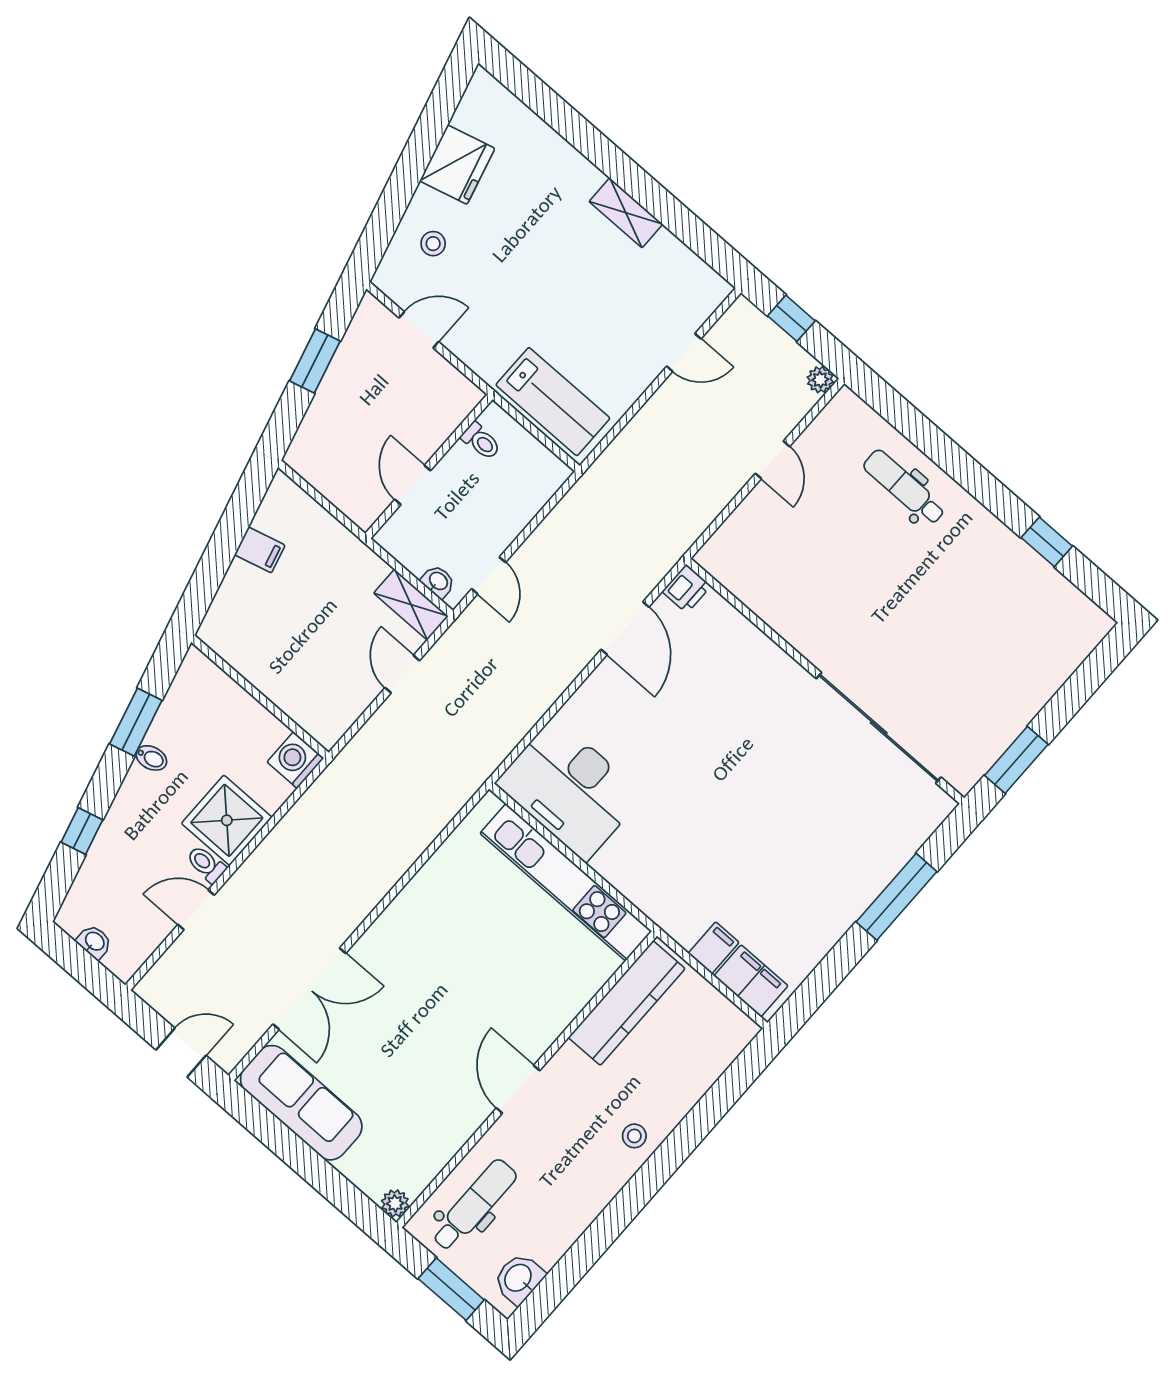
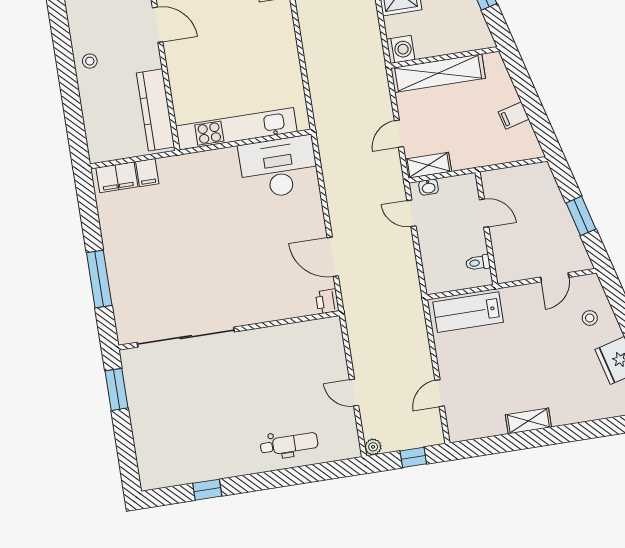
door: (402, 674) -> (399, 134), swing flipped
shelving: (286, 688) -> (438, 73), added

